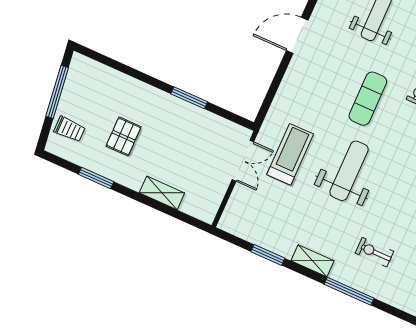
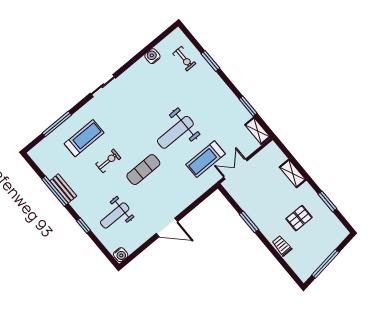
trolley: (69, 129) -> (282, 246), moved
exercise bike: (375, 252) -> (184, 59), moved
shelving: (313, 261) -> (257, 131), moved
window: (349, 291) -> (210, 61), width x0.69

